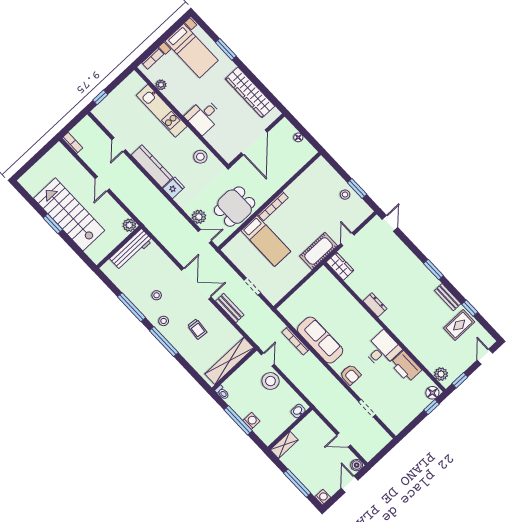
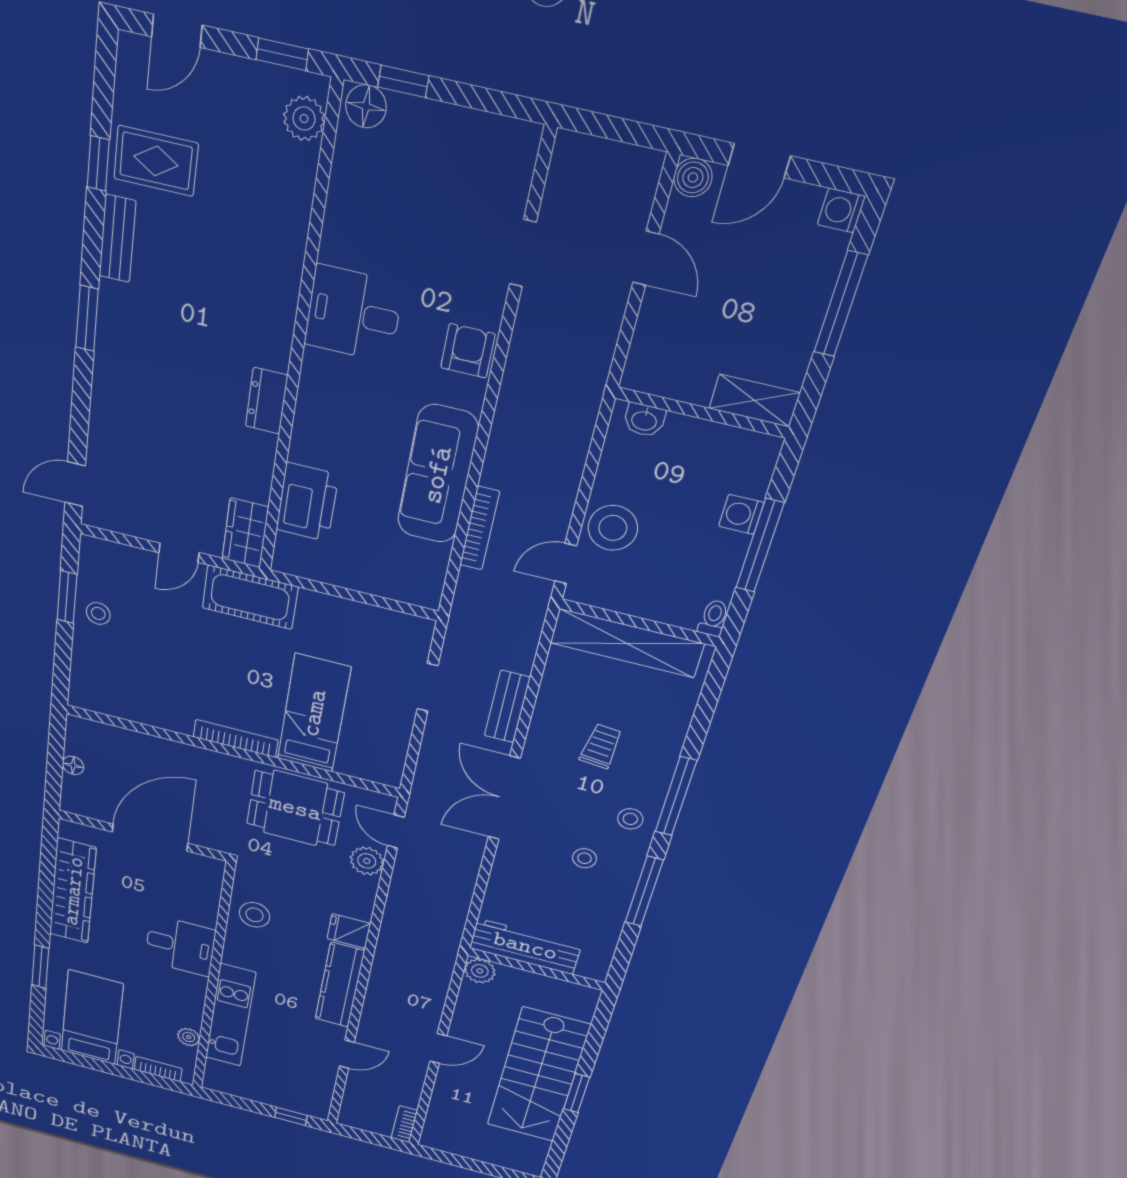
printer: (406, 367) -> (307, 502), moved

